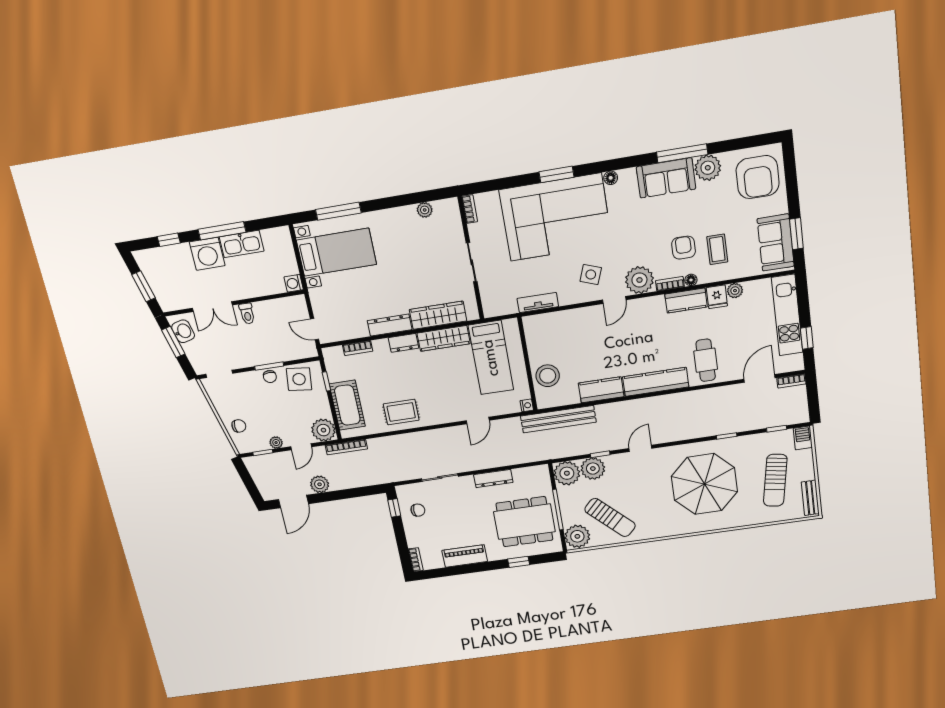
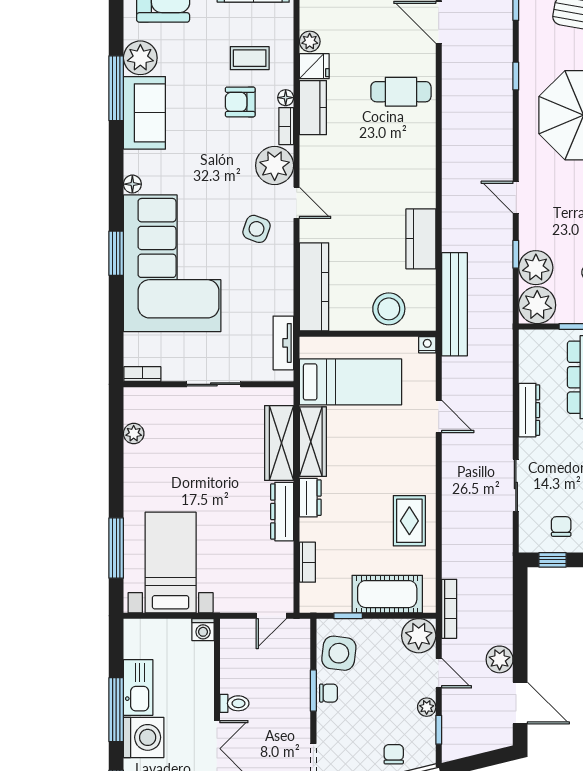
tv unit: (538, 302) -> (283, 343), moved
kitchen counter: (656, 382) -> (314, 287), moved, turned 180

